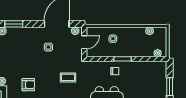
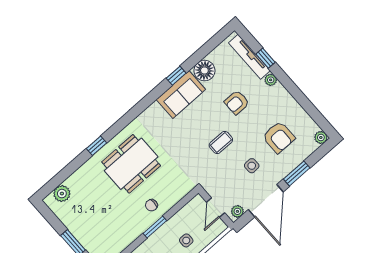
window: (14, 24) -> (297, 174), moved
armchair: (23, 49) -> (279, 137), added
coffee table: (68, 77) -> (221, 142), moved

